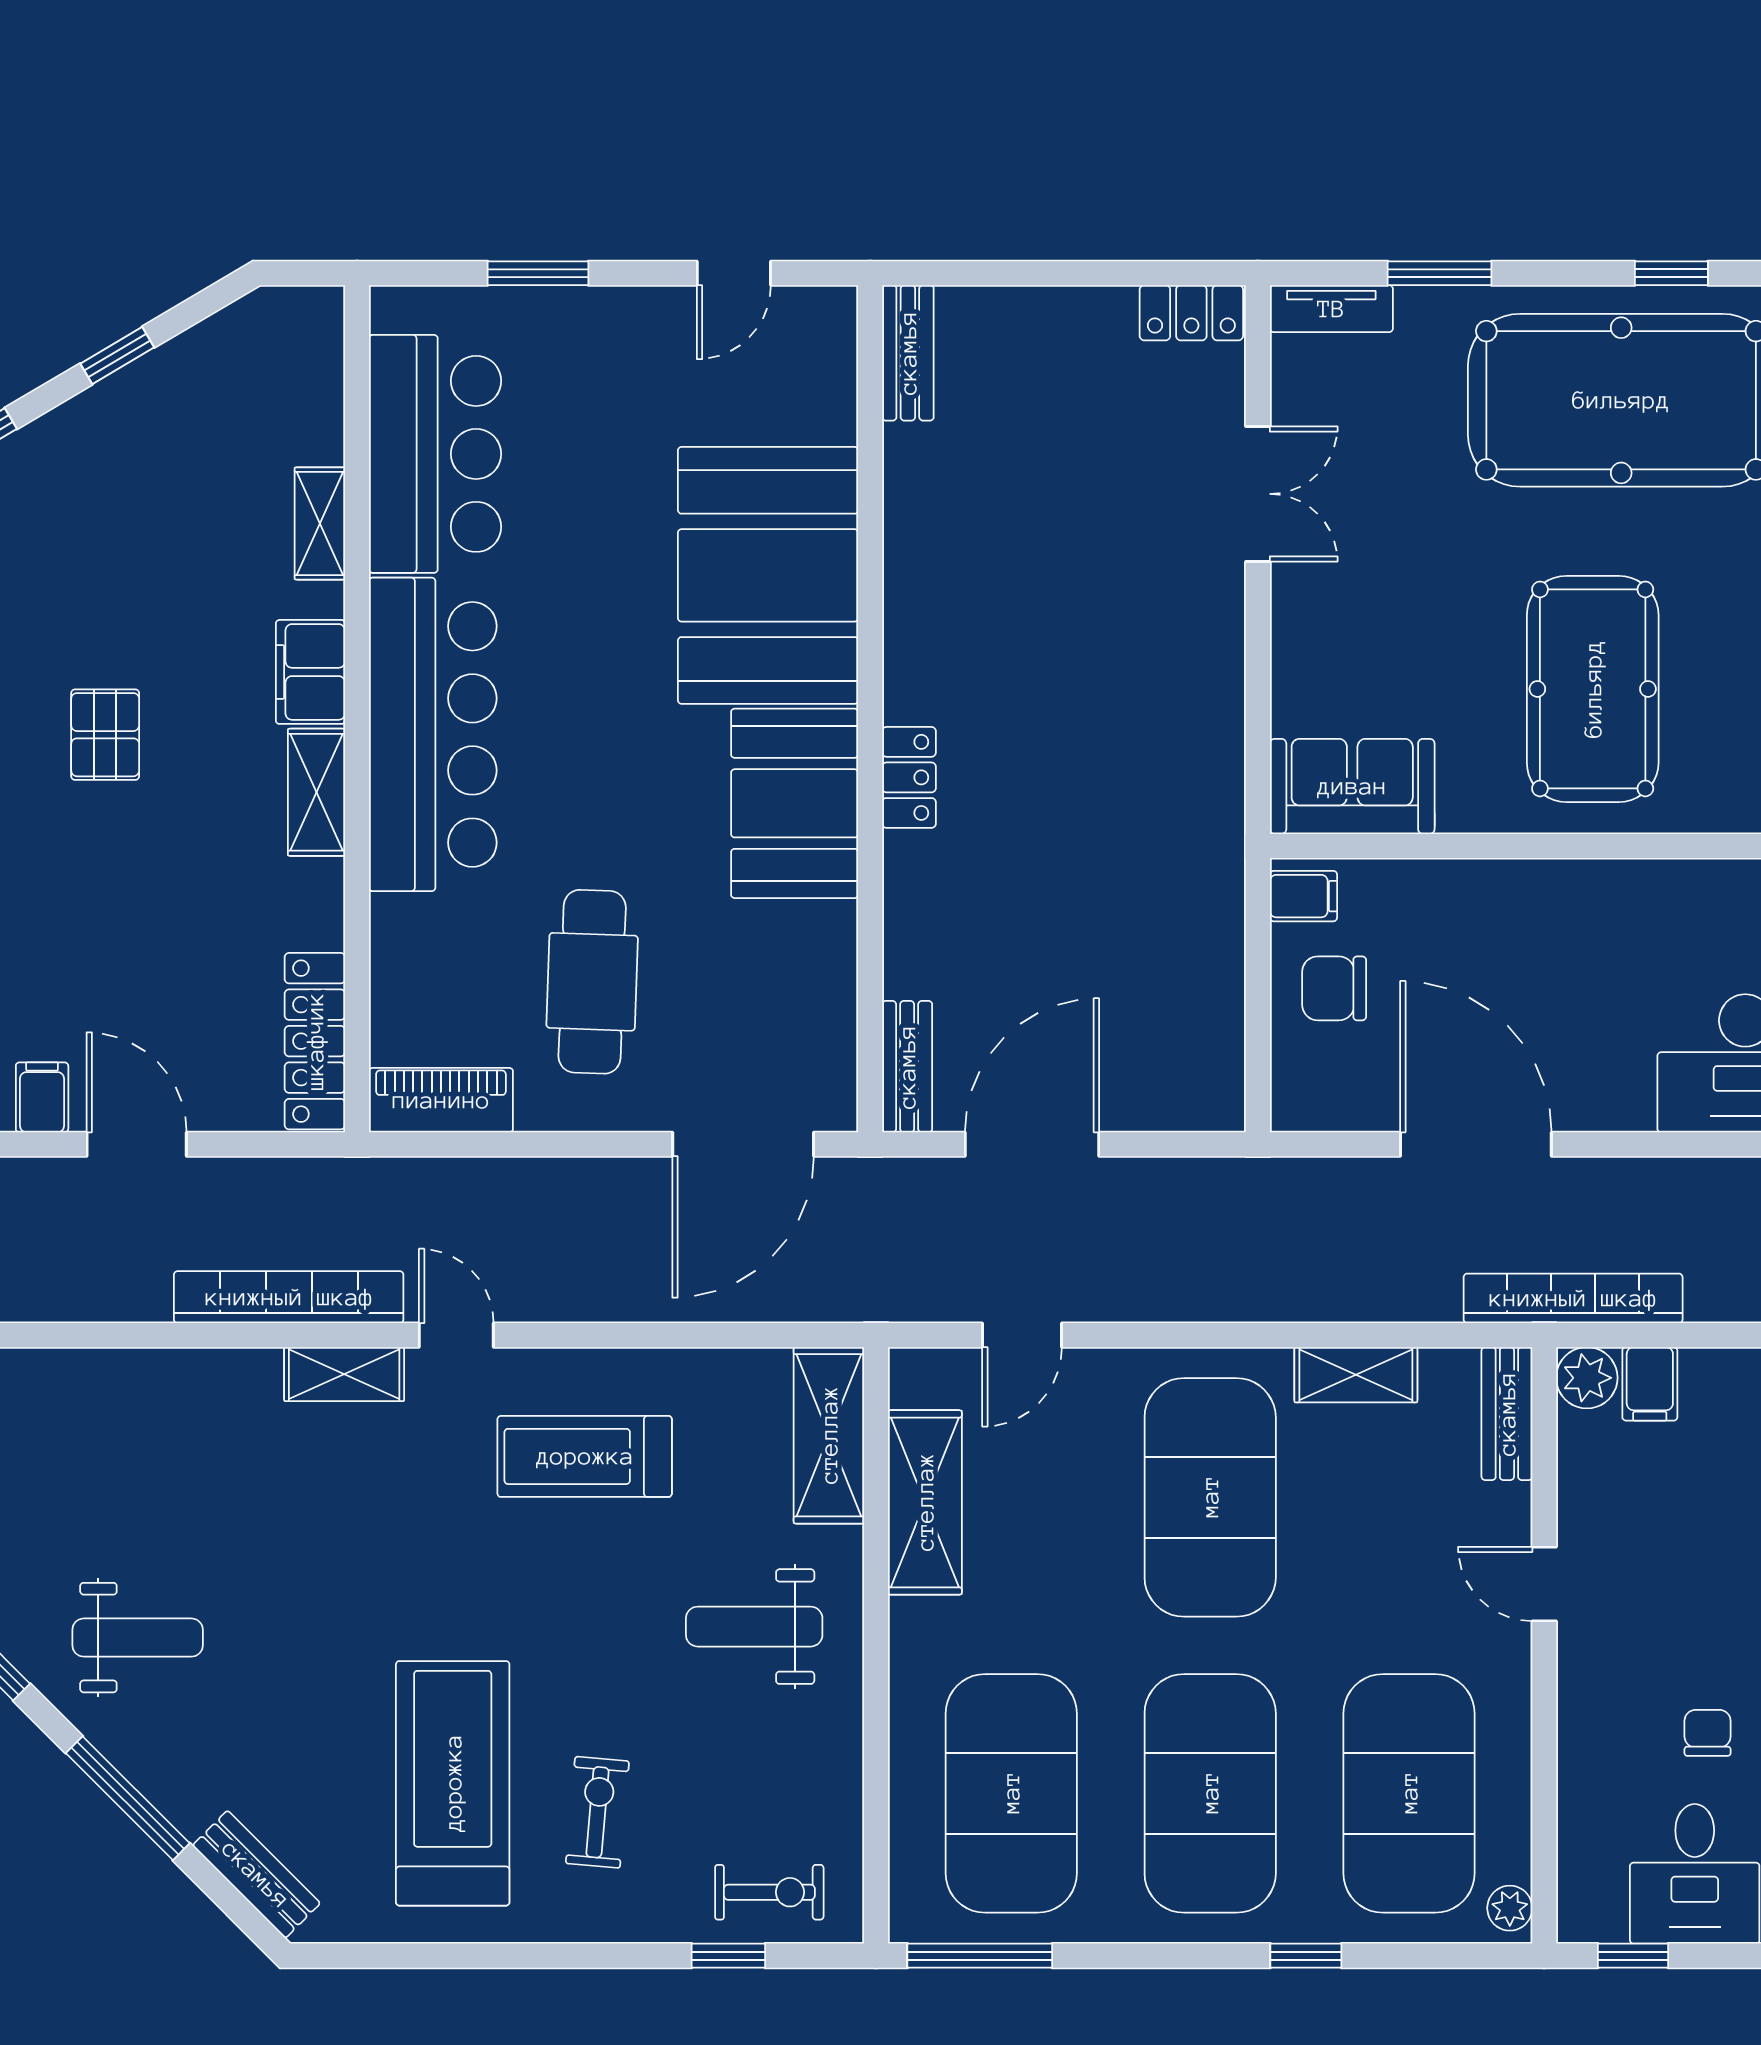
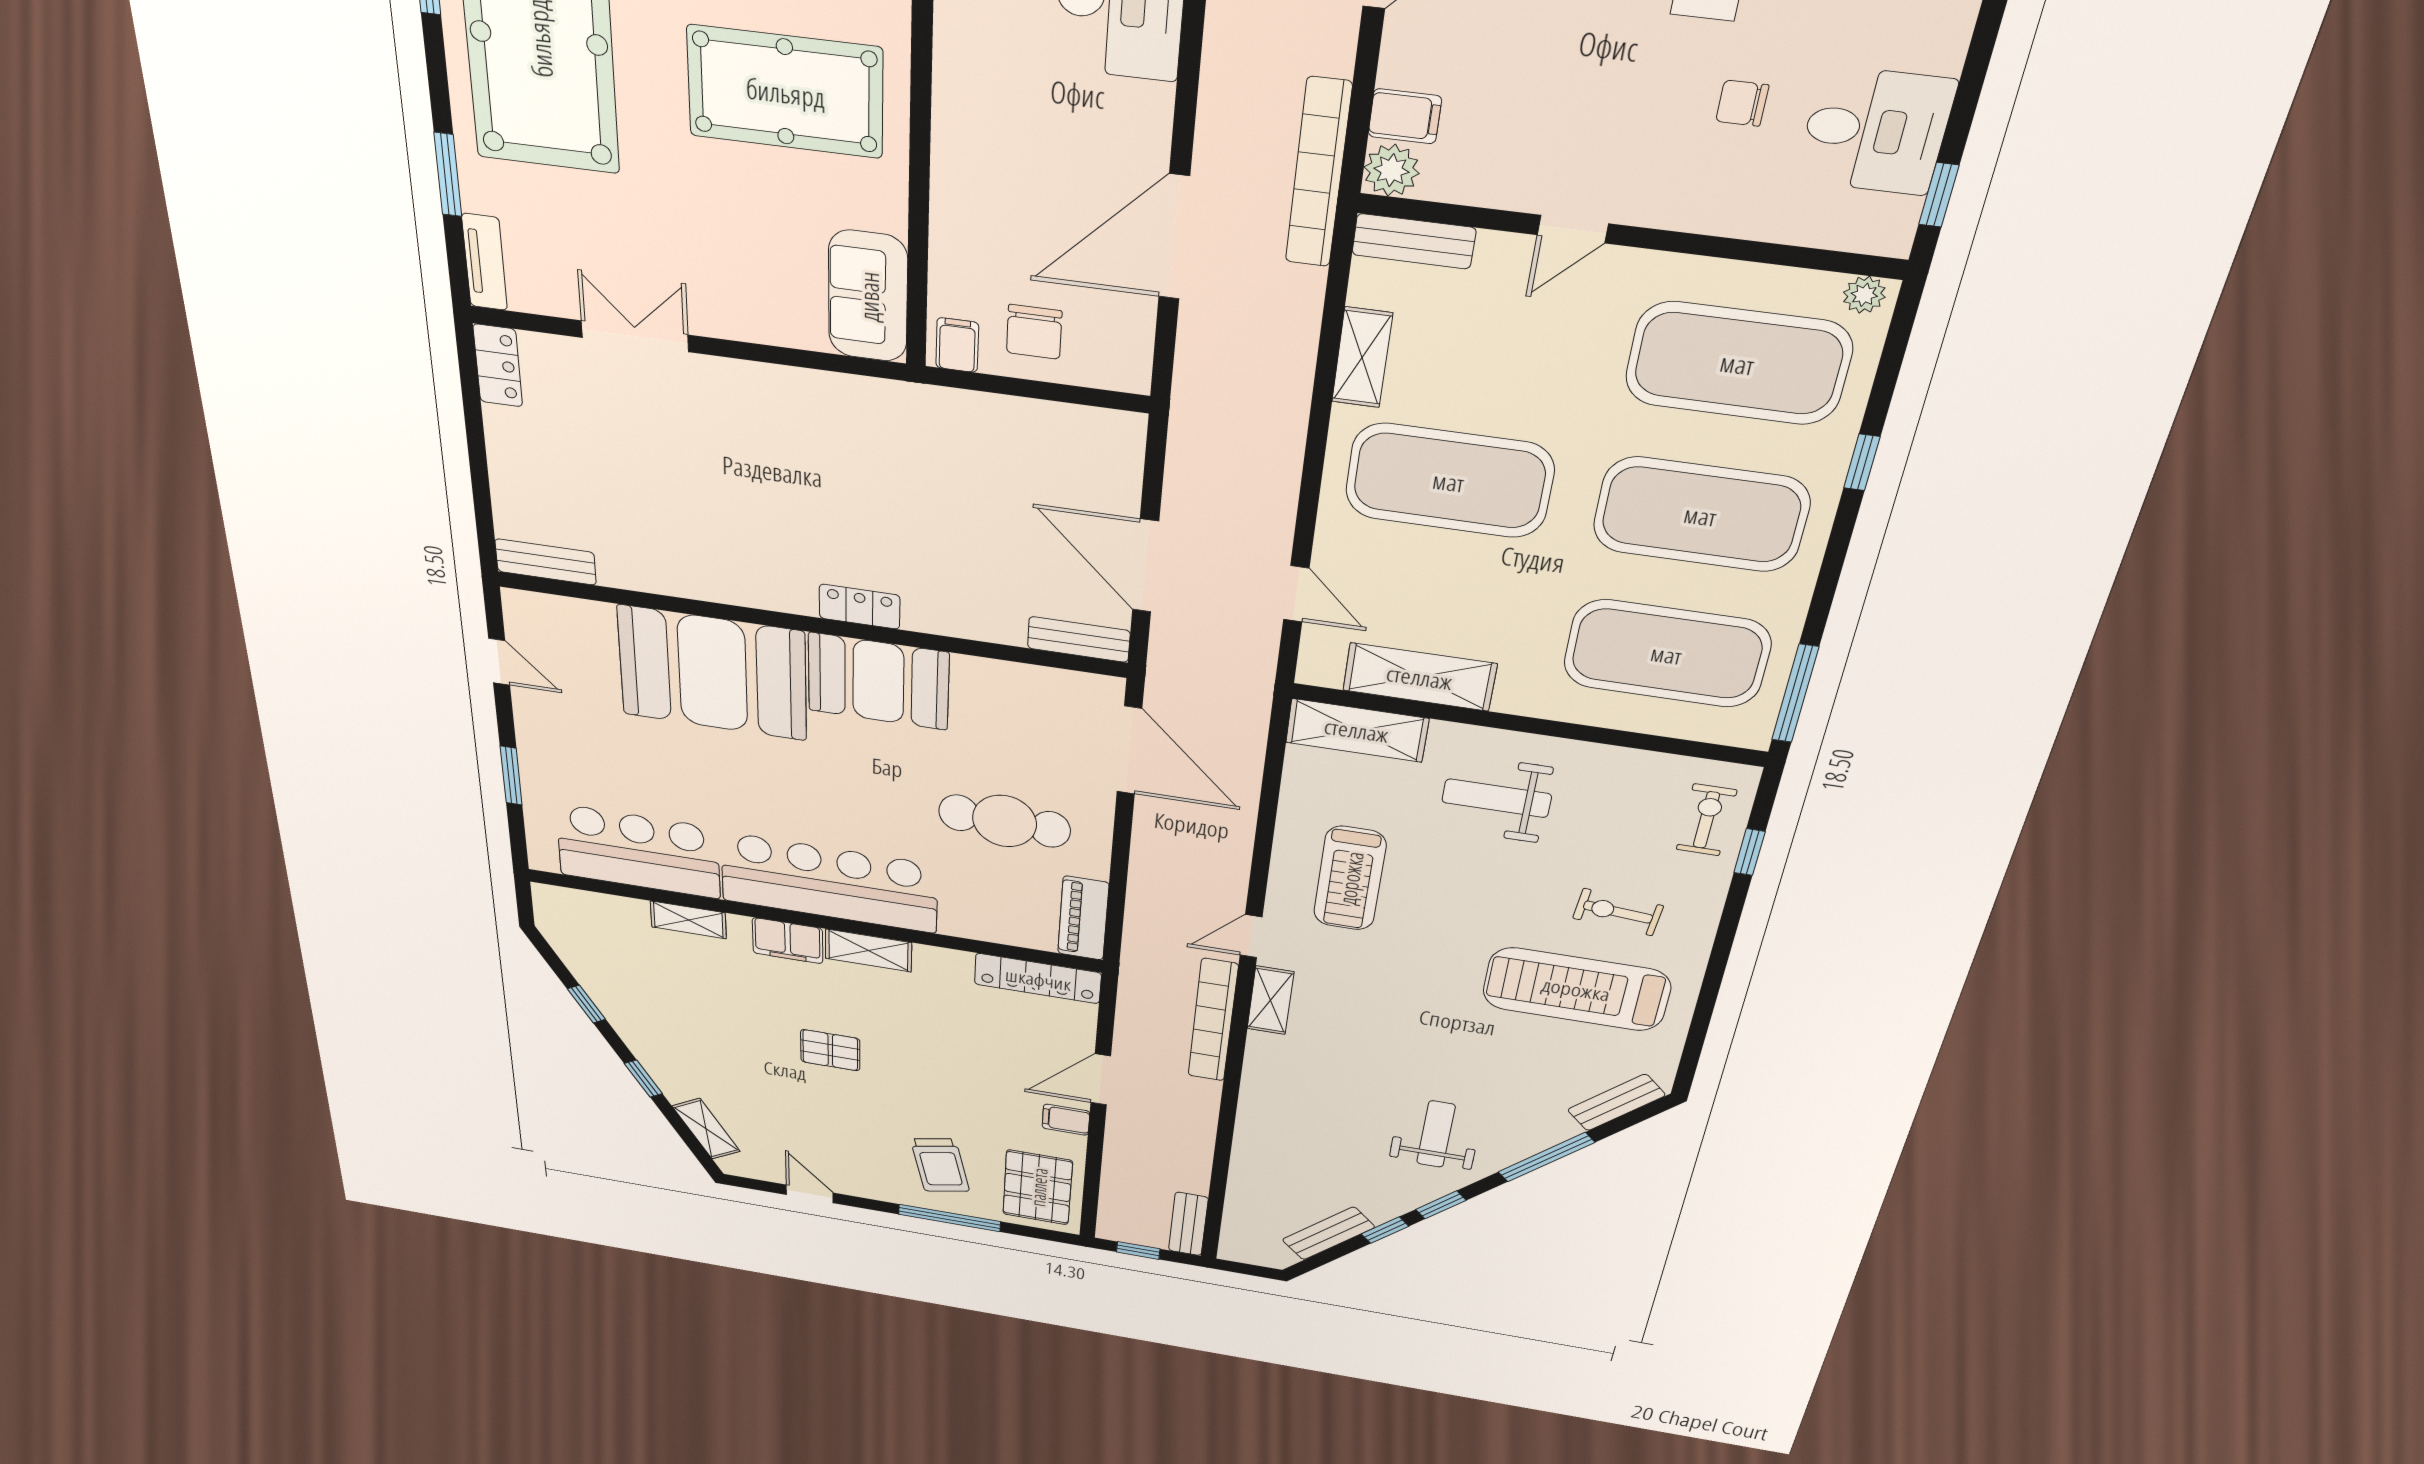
weight bench: (754, 1627) -> (1497, 798), turned 90

